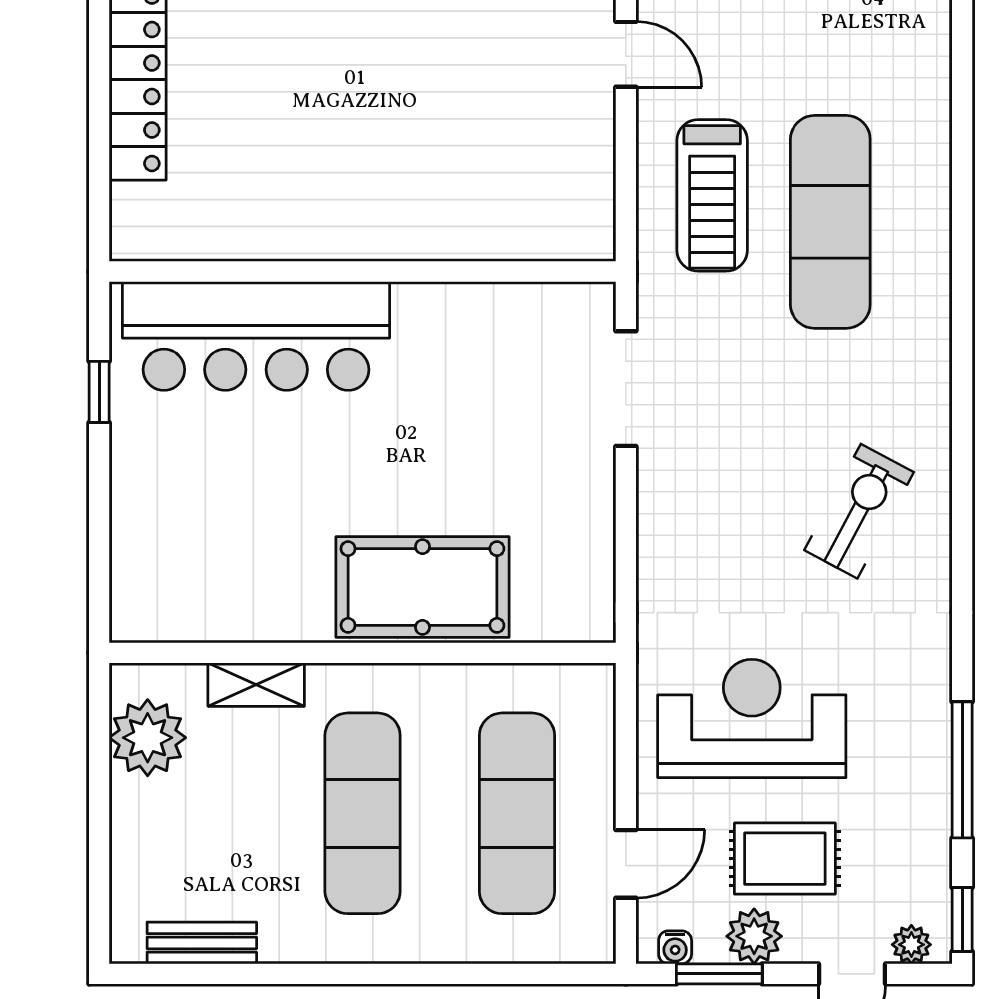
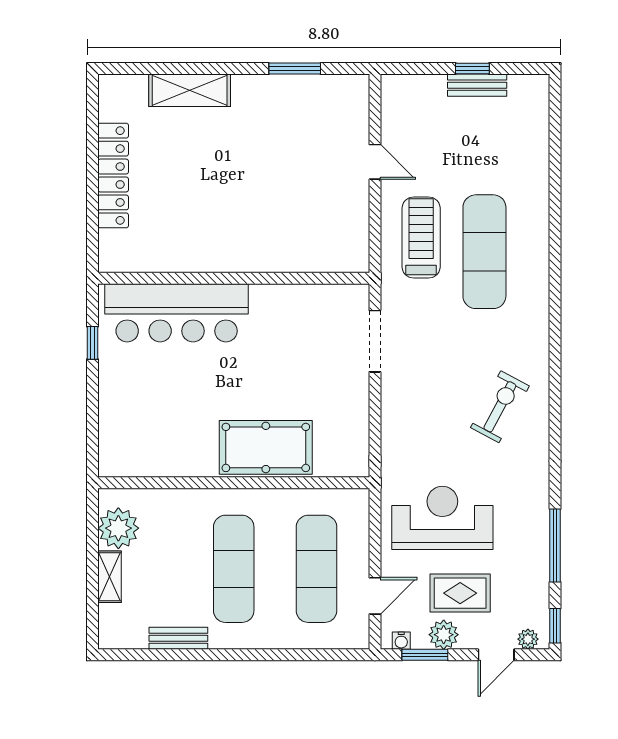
treadmill: (712, 195) -> (421, 238), turned 180
shelving: (256, 685) -> (110, 577), moved, turned 90
bench: (202, 943) -> (178, 638), moved

